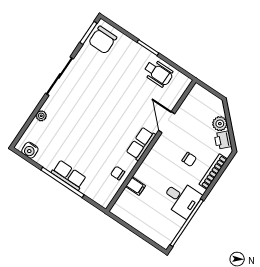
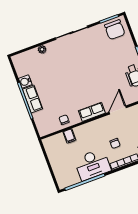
chair: (103, 40) -> (115, 30), turned -90
water cooler: (30, 150) -> (25, 82), moved
desk: (181, 199) -> (92, 165), width x1.37

